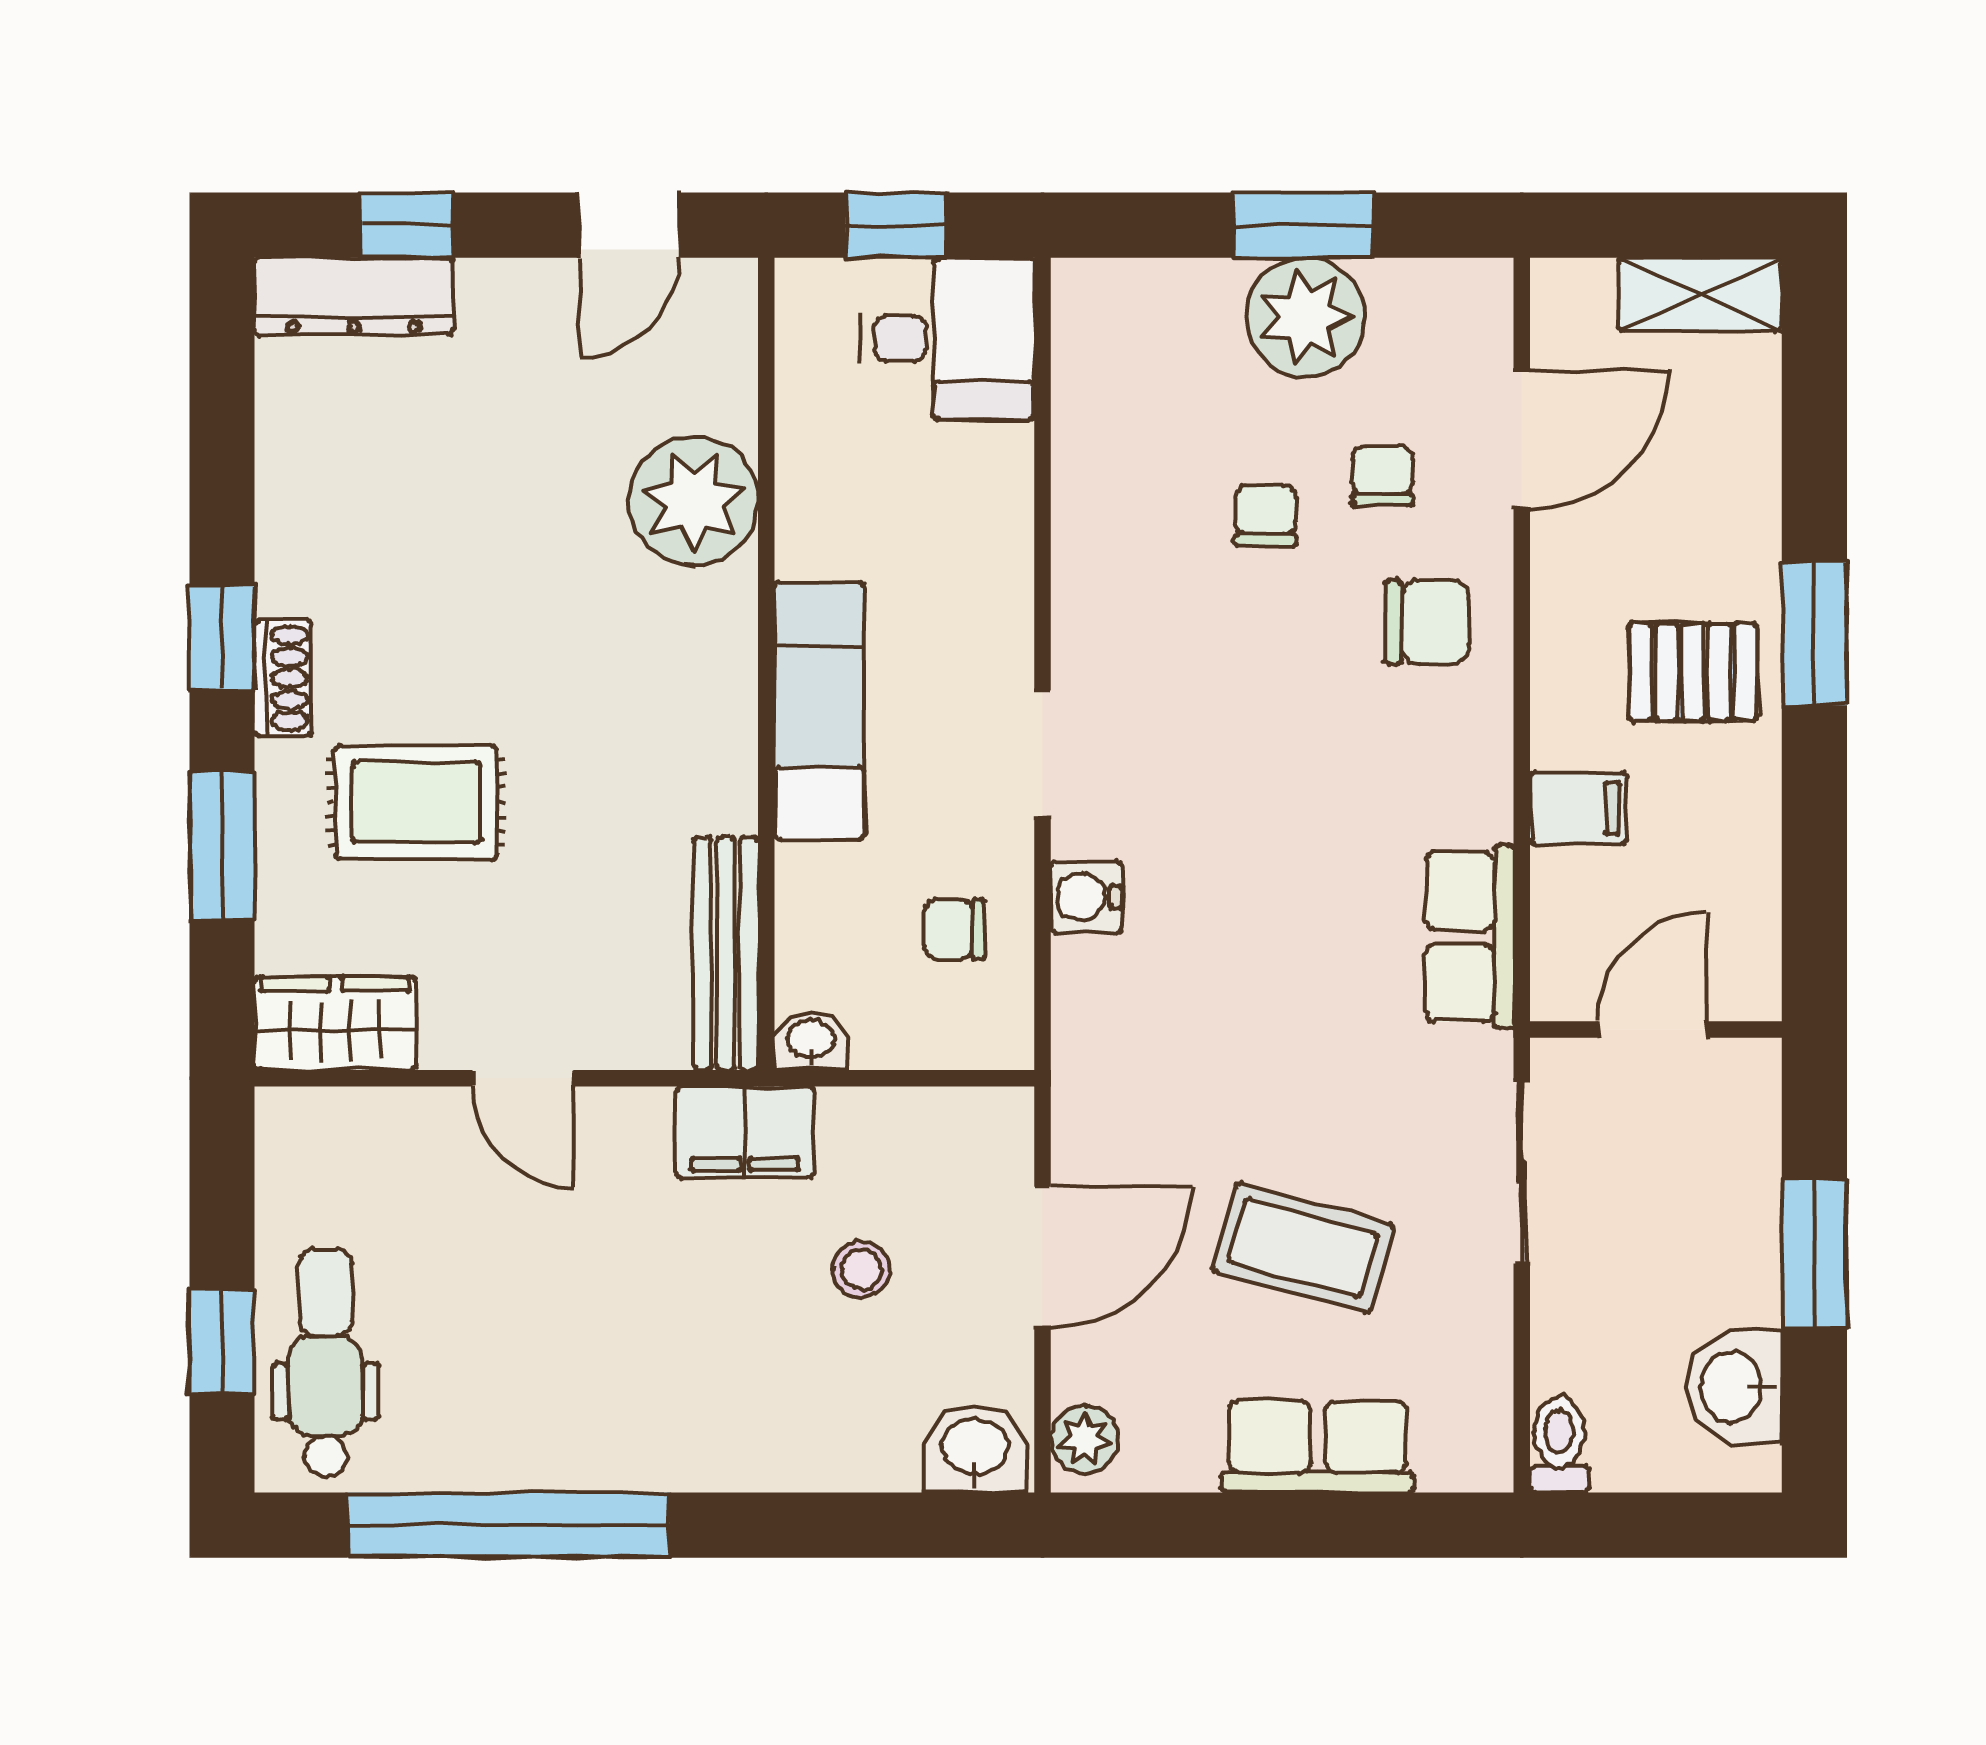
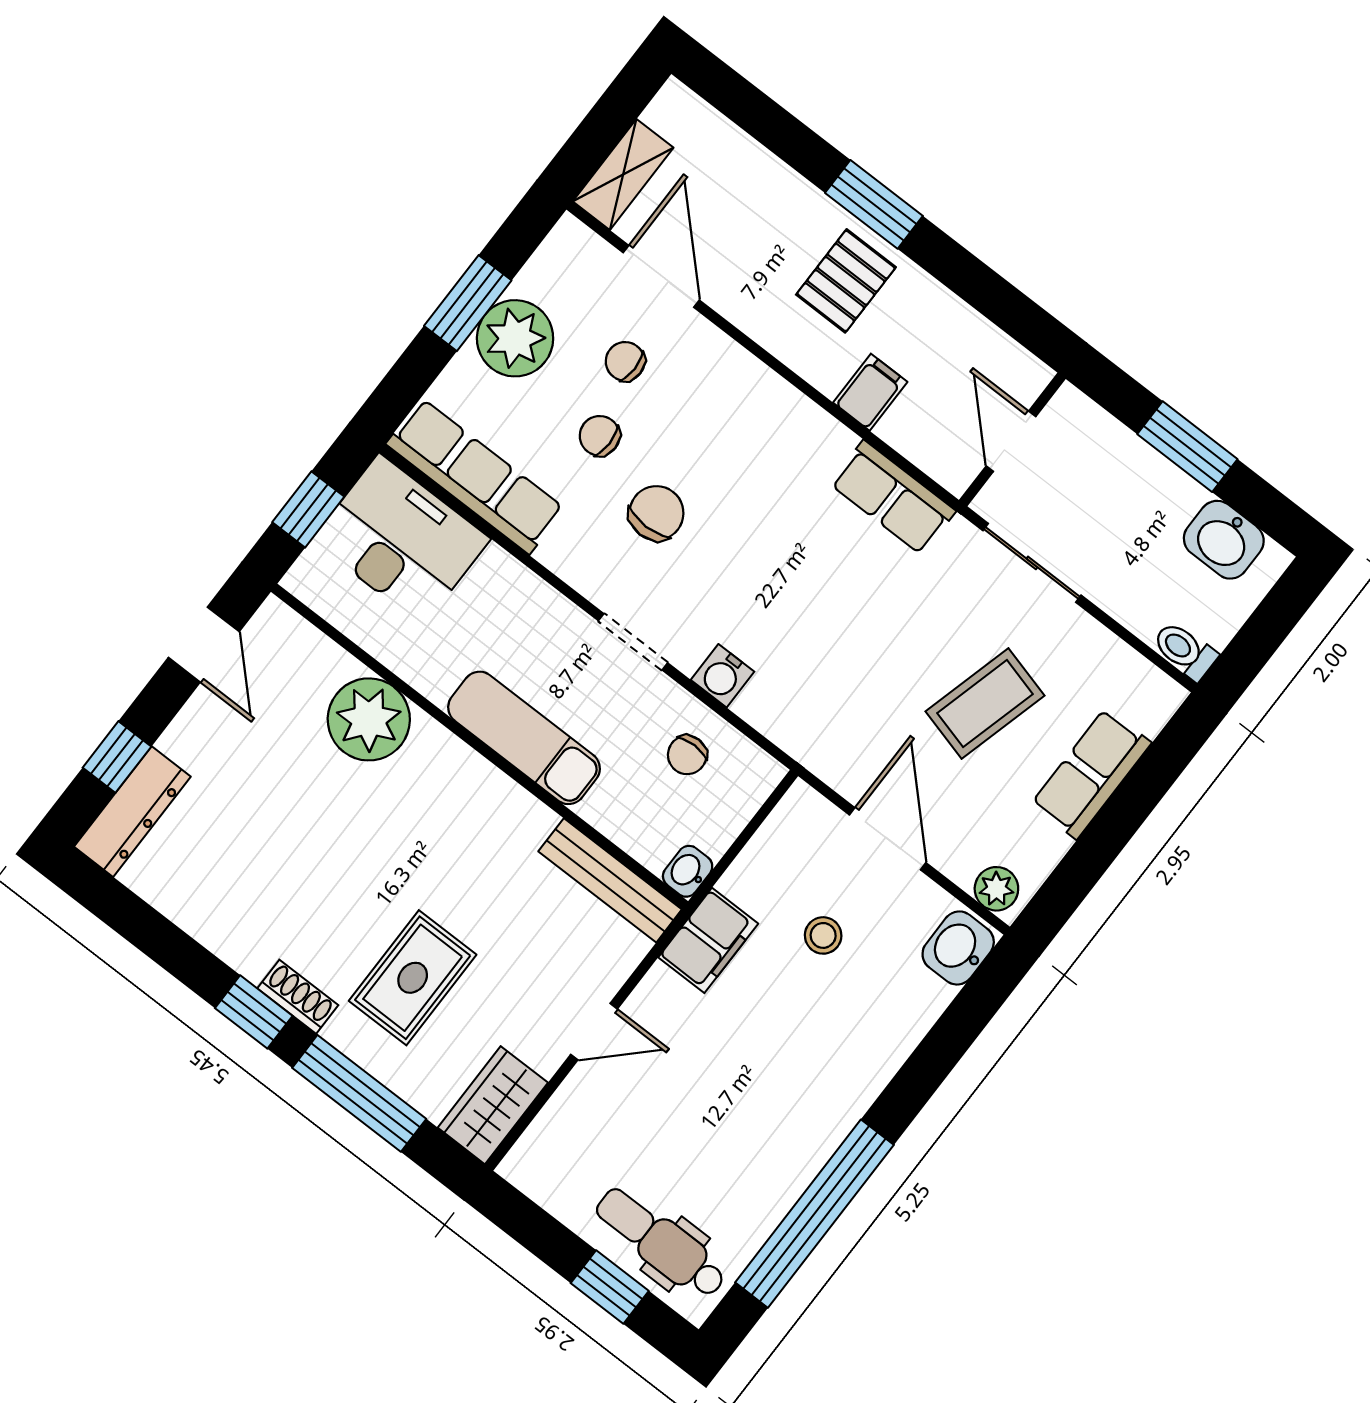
shelving: (1700, 294) -> (623, 174), moved
desk: (947, 339) -> (401, 540), width x1.37
row of seats: (1097, 400) -> (475, 476), added
chair: (1427, 622) -> (656, 513), moved
window: (222, 847) -> (359, 1093), width x1.44

